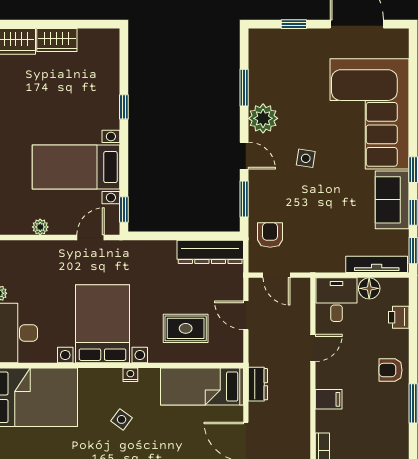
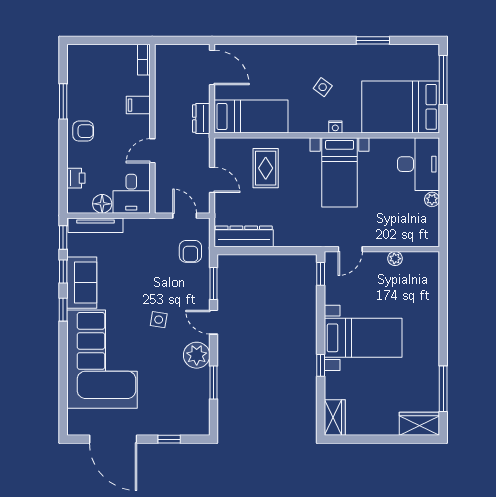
wardrobe: (57, 40) -> (335, 418), moved, turned 90
bed with nightstands: (76, 167) -> (363, 338), moved
bed with nightstands: (103, 324) -> (340, 172), width x0.73
rug: (186, 328) -> (266, 168), turned 90
nightstand: (130, 375) -> (335, 127), moved

